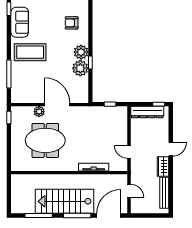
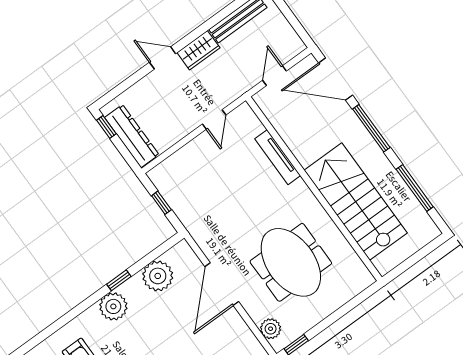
plant: (80, 68) -> (158, 276), moved
plant: (39, 112) -> (271, 329), moved
stairs: (65, 201) -> (356, 202), moved, turned 180

